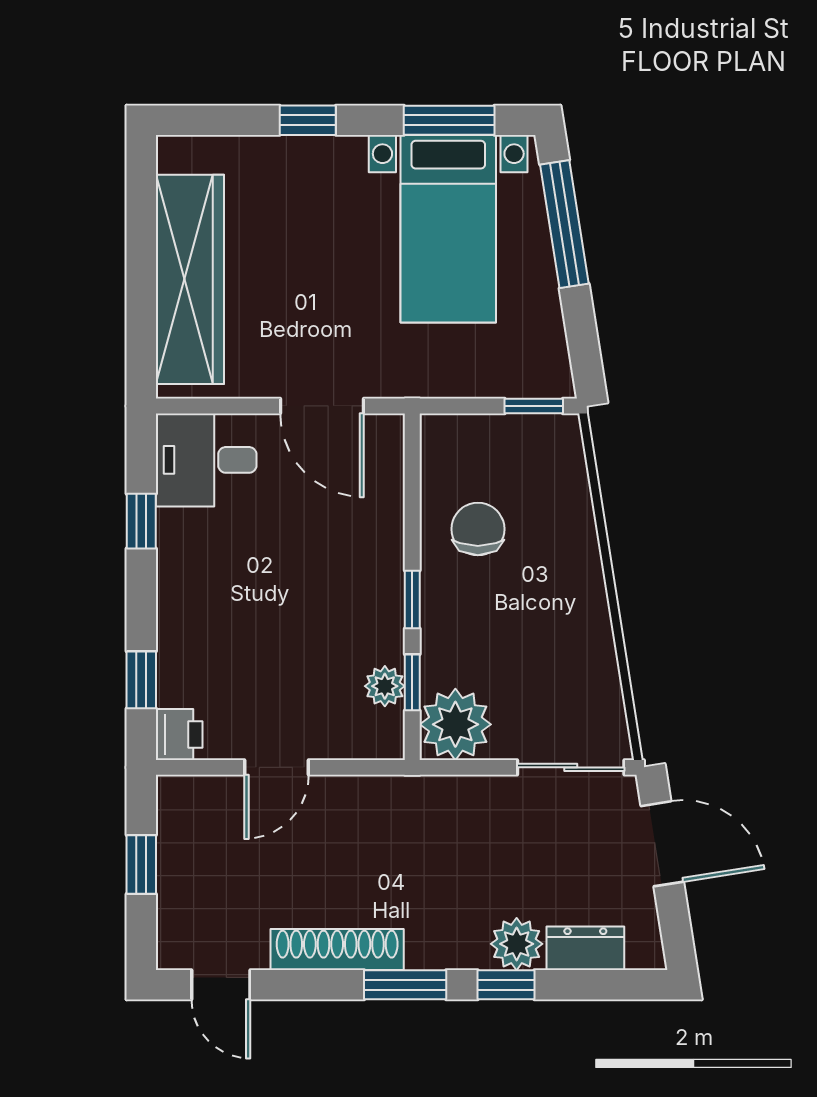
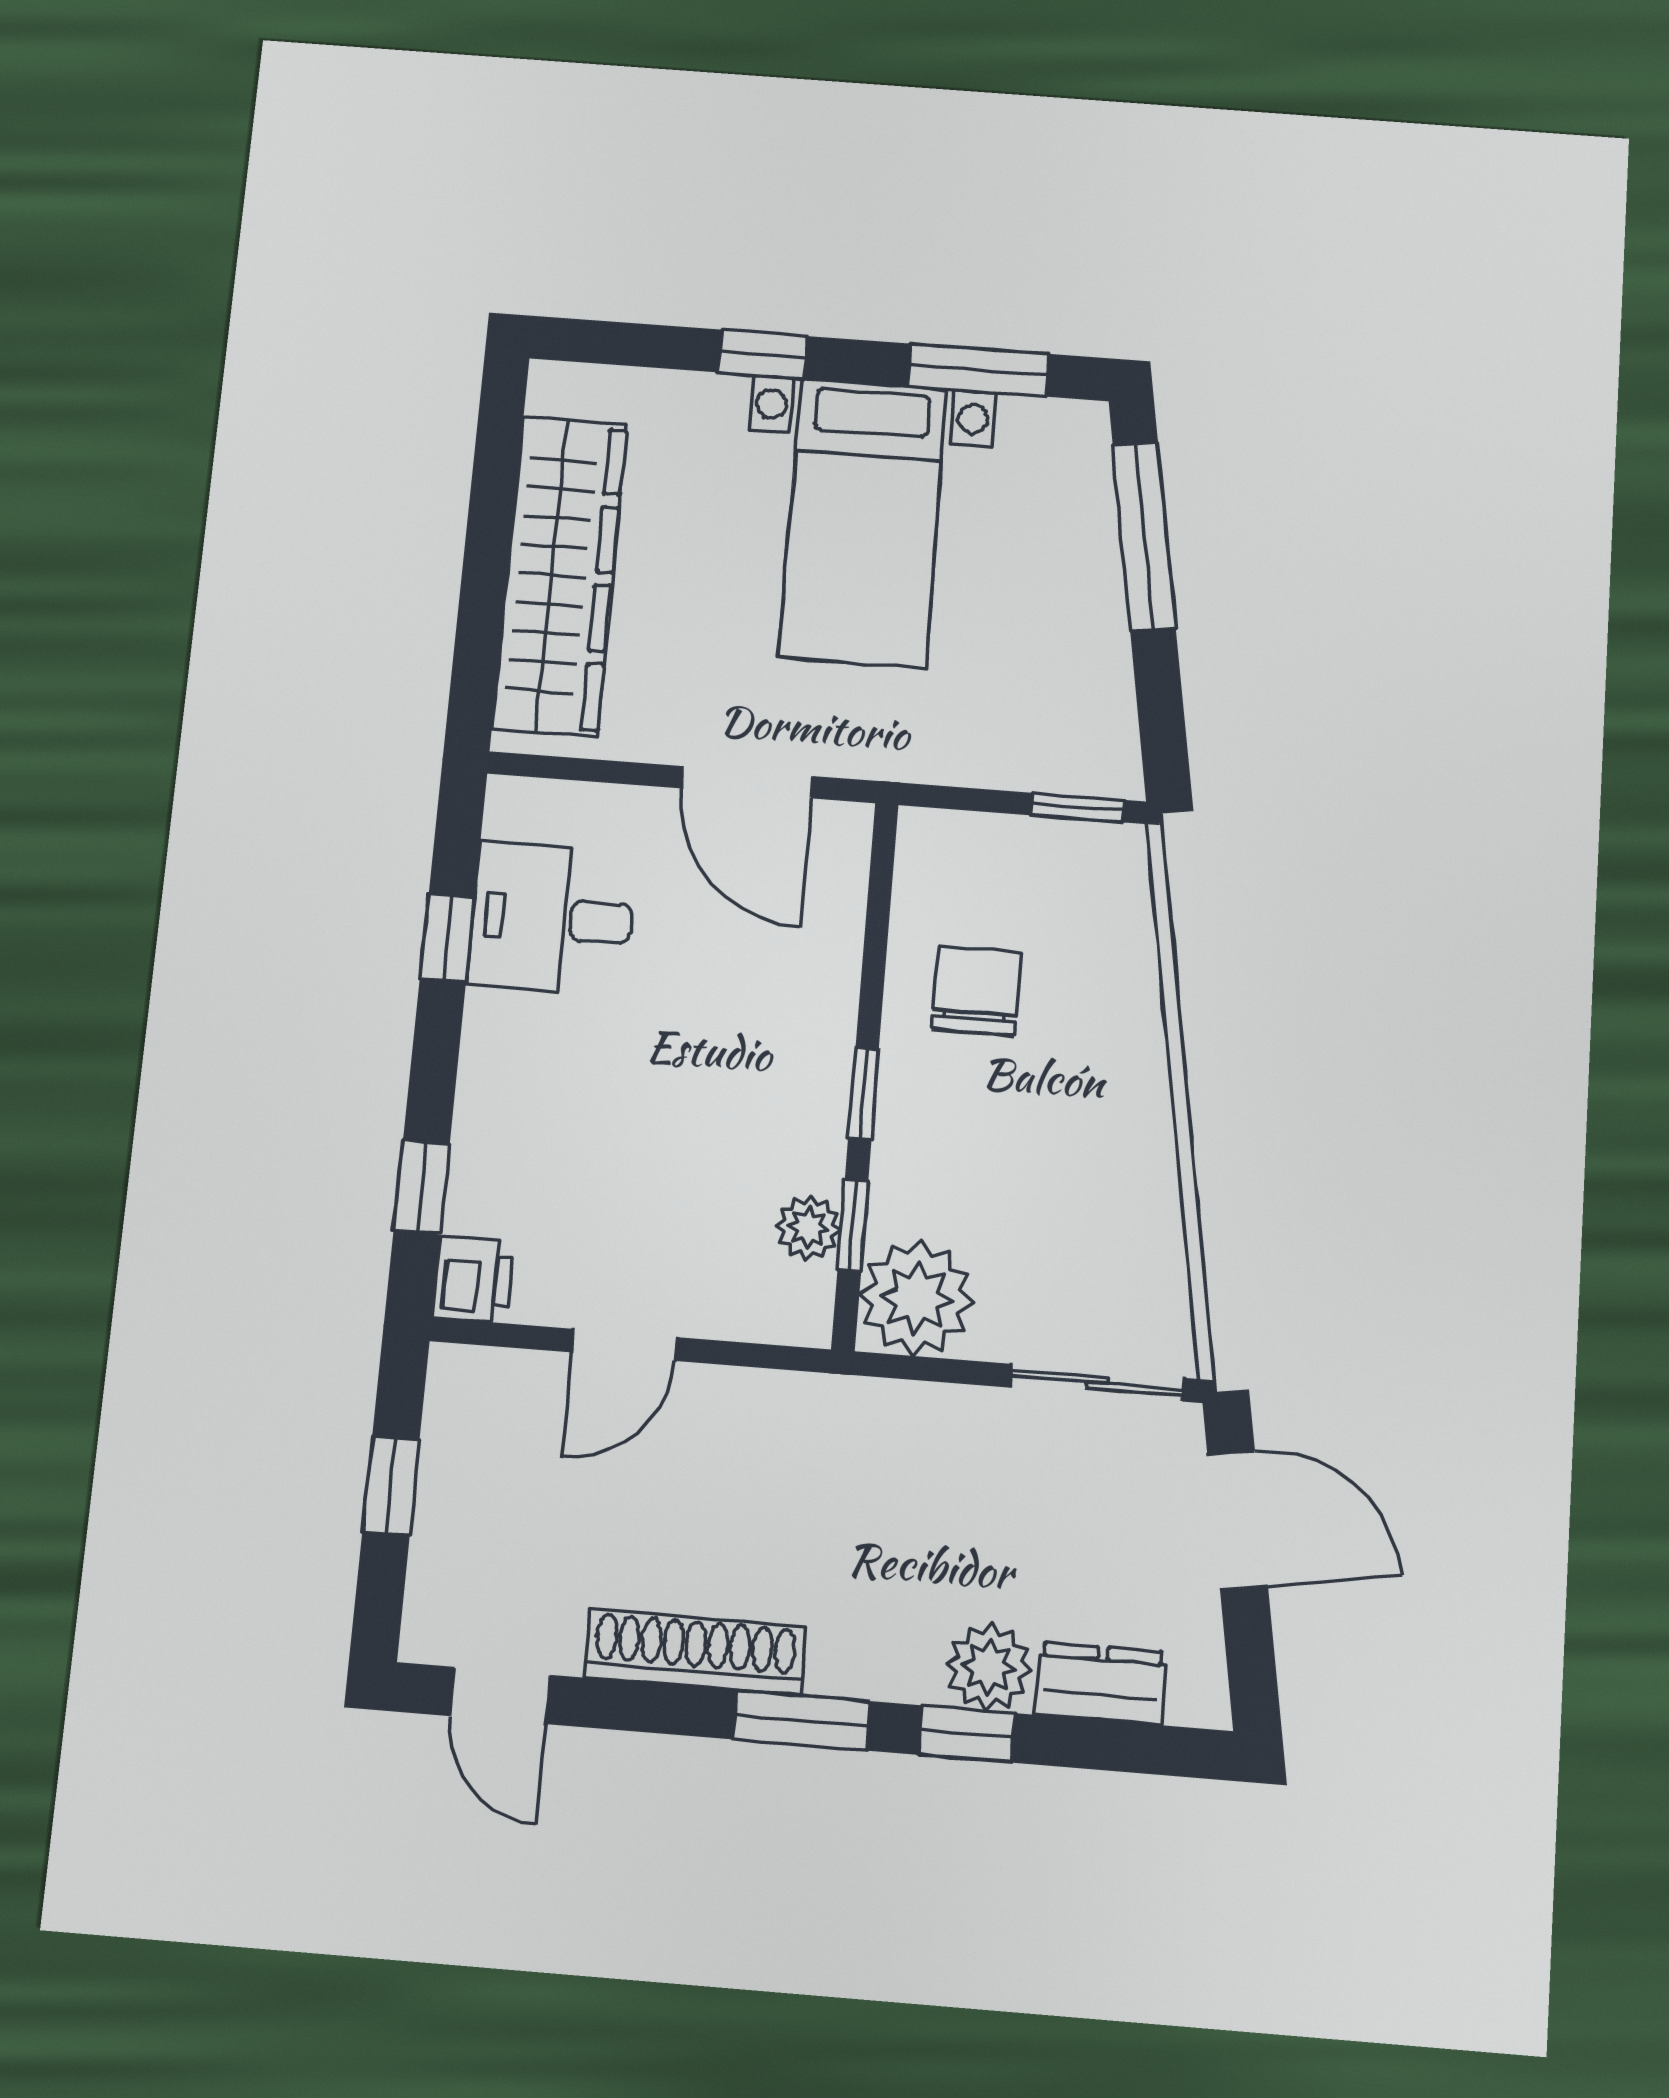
bed with nightstands: (448, 229) -> (863, 522), moved
desk: (206, 460) -> (552, 919), moved

